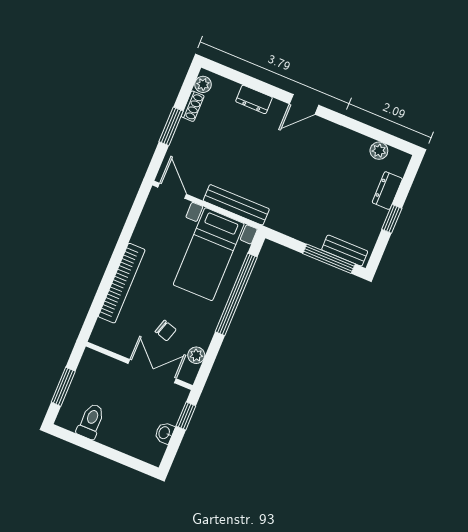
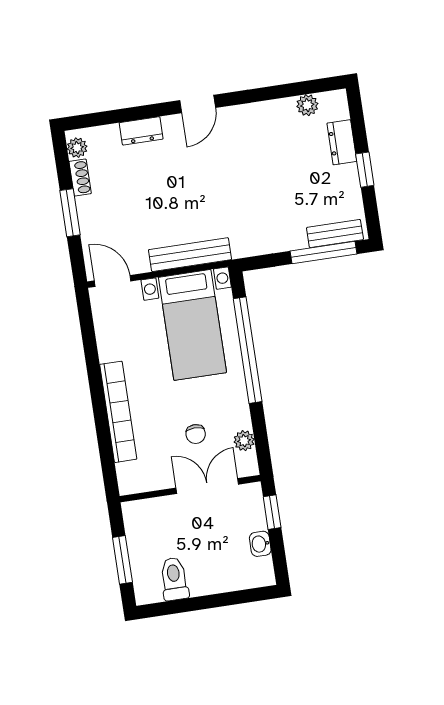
chair: (166, 331) -> (196, 434), turned 73

